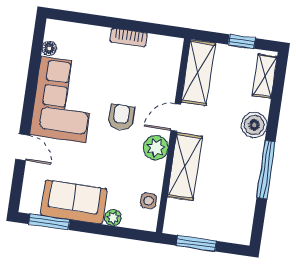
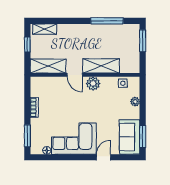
window: (80, 18) -> (27, 136), added
armchair: (121, 117) -> (79, 105), removed
boiler: (254, 125) -> (72, 31), removed
window: (266, 170) -> (107, 21), moved
sofa: (74, 202) -> (130, 137), moved
window: (196, 243) -> (143, 41), moved

